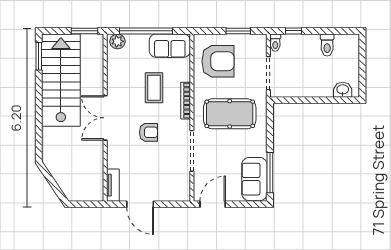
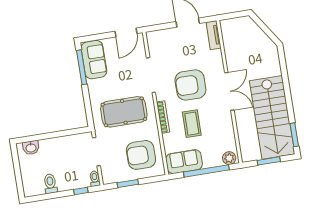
window: (85, 31) -> (269, 161), moved
armchair: (148, 132) -> (190, 85), width x1.88, depth x1.88

